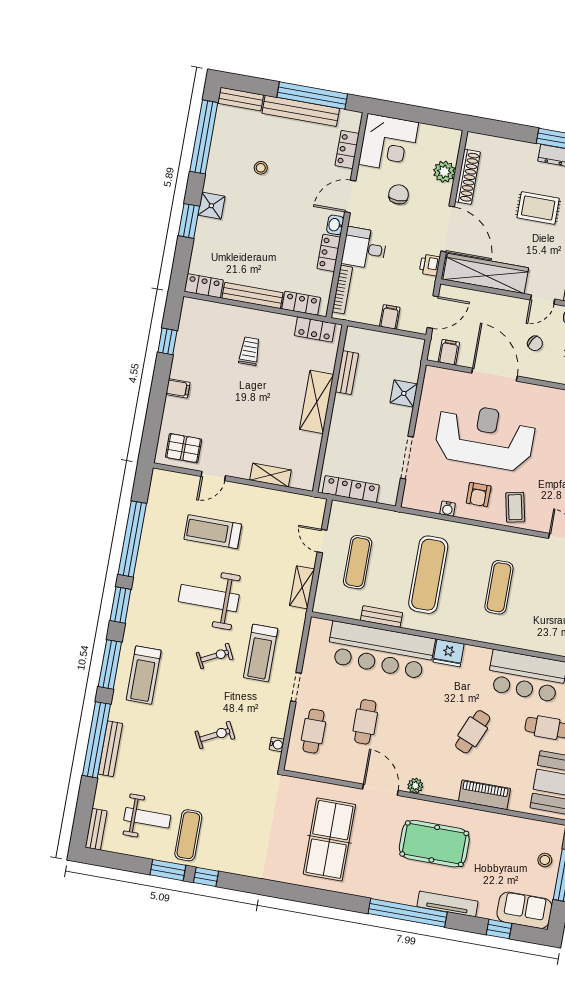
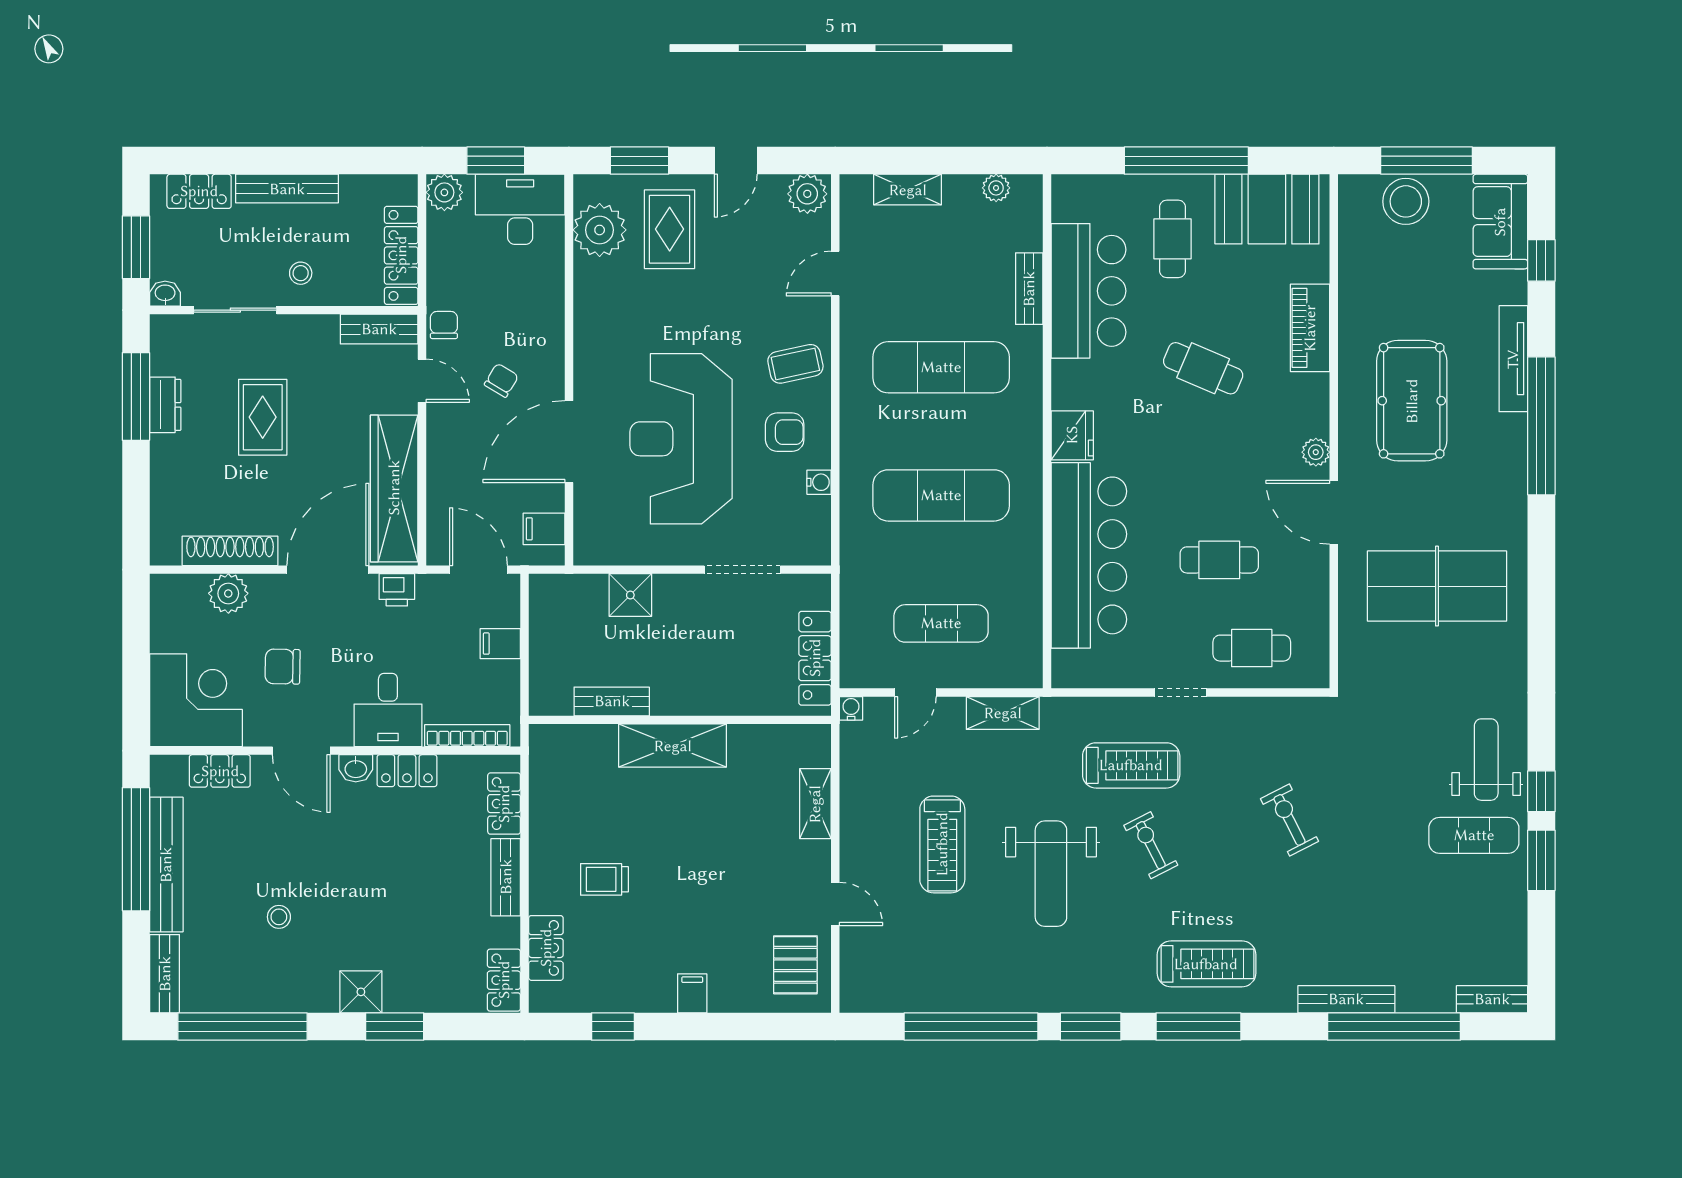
bench: (253, 295) -> (506, 877), width x0.73
locker: (315, 329) -> (546, 948), moved
treadmill: (213, 532) -> (942, 844), moved
exercise mat: (499, 587) -> (941, 367), width x1.36, depth x1.45
bench: (381, 616) -> (1029, 289), moved
window: (96, 740) -> (1394, 1027), moved
water cooler: (277, 744) -> (851, 708), moved
door: (380, 790) -> (1334, 512), hinge flipped
weight bench: (147, 818) -> (1486, 760), moved
stool: (545, 860) -> (1406, 201), width x1.89, depth x1.89

